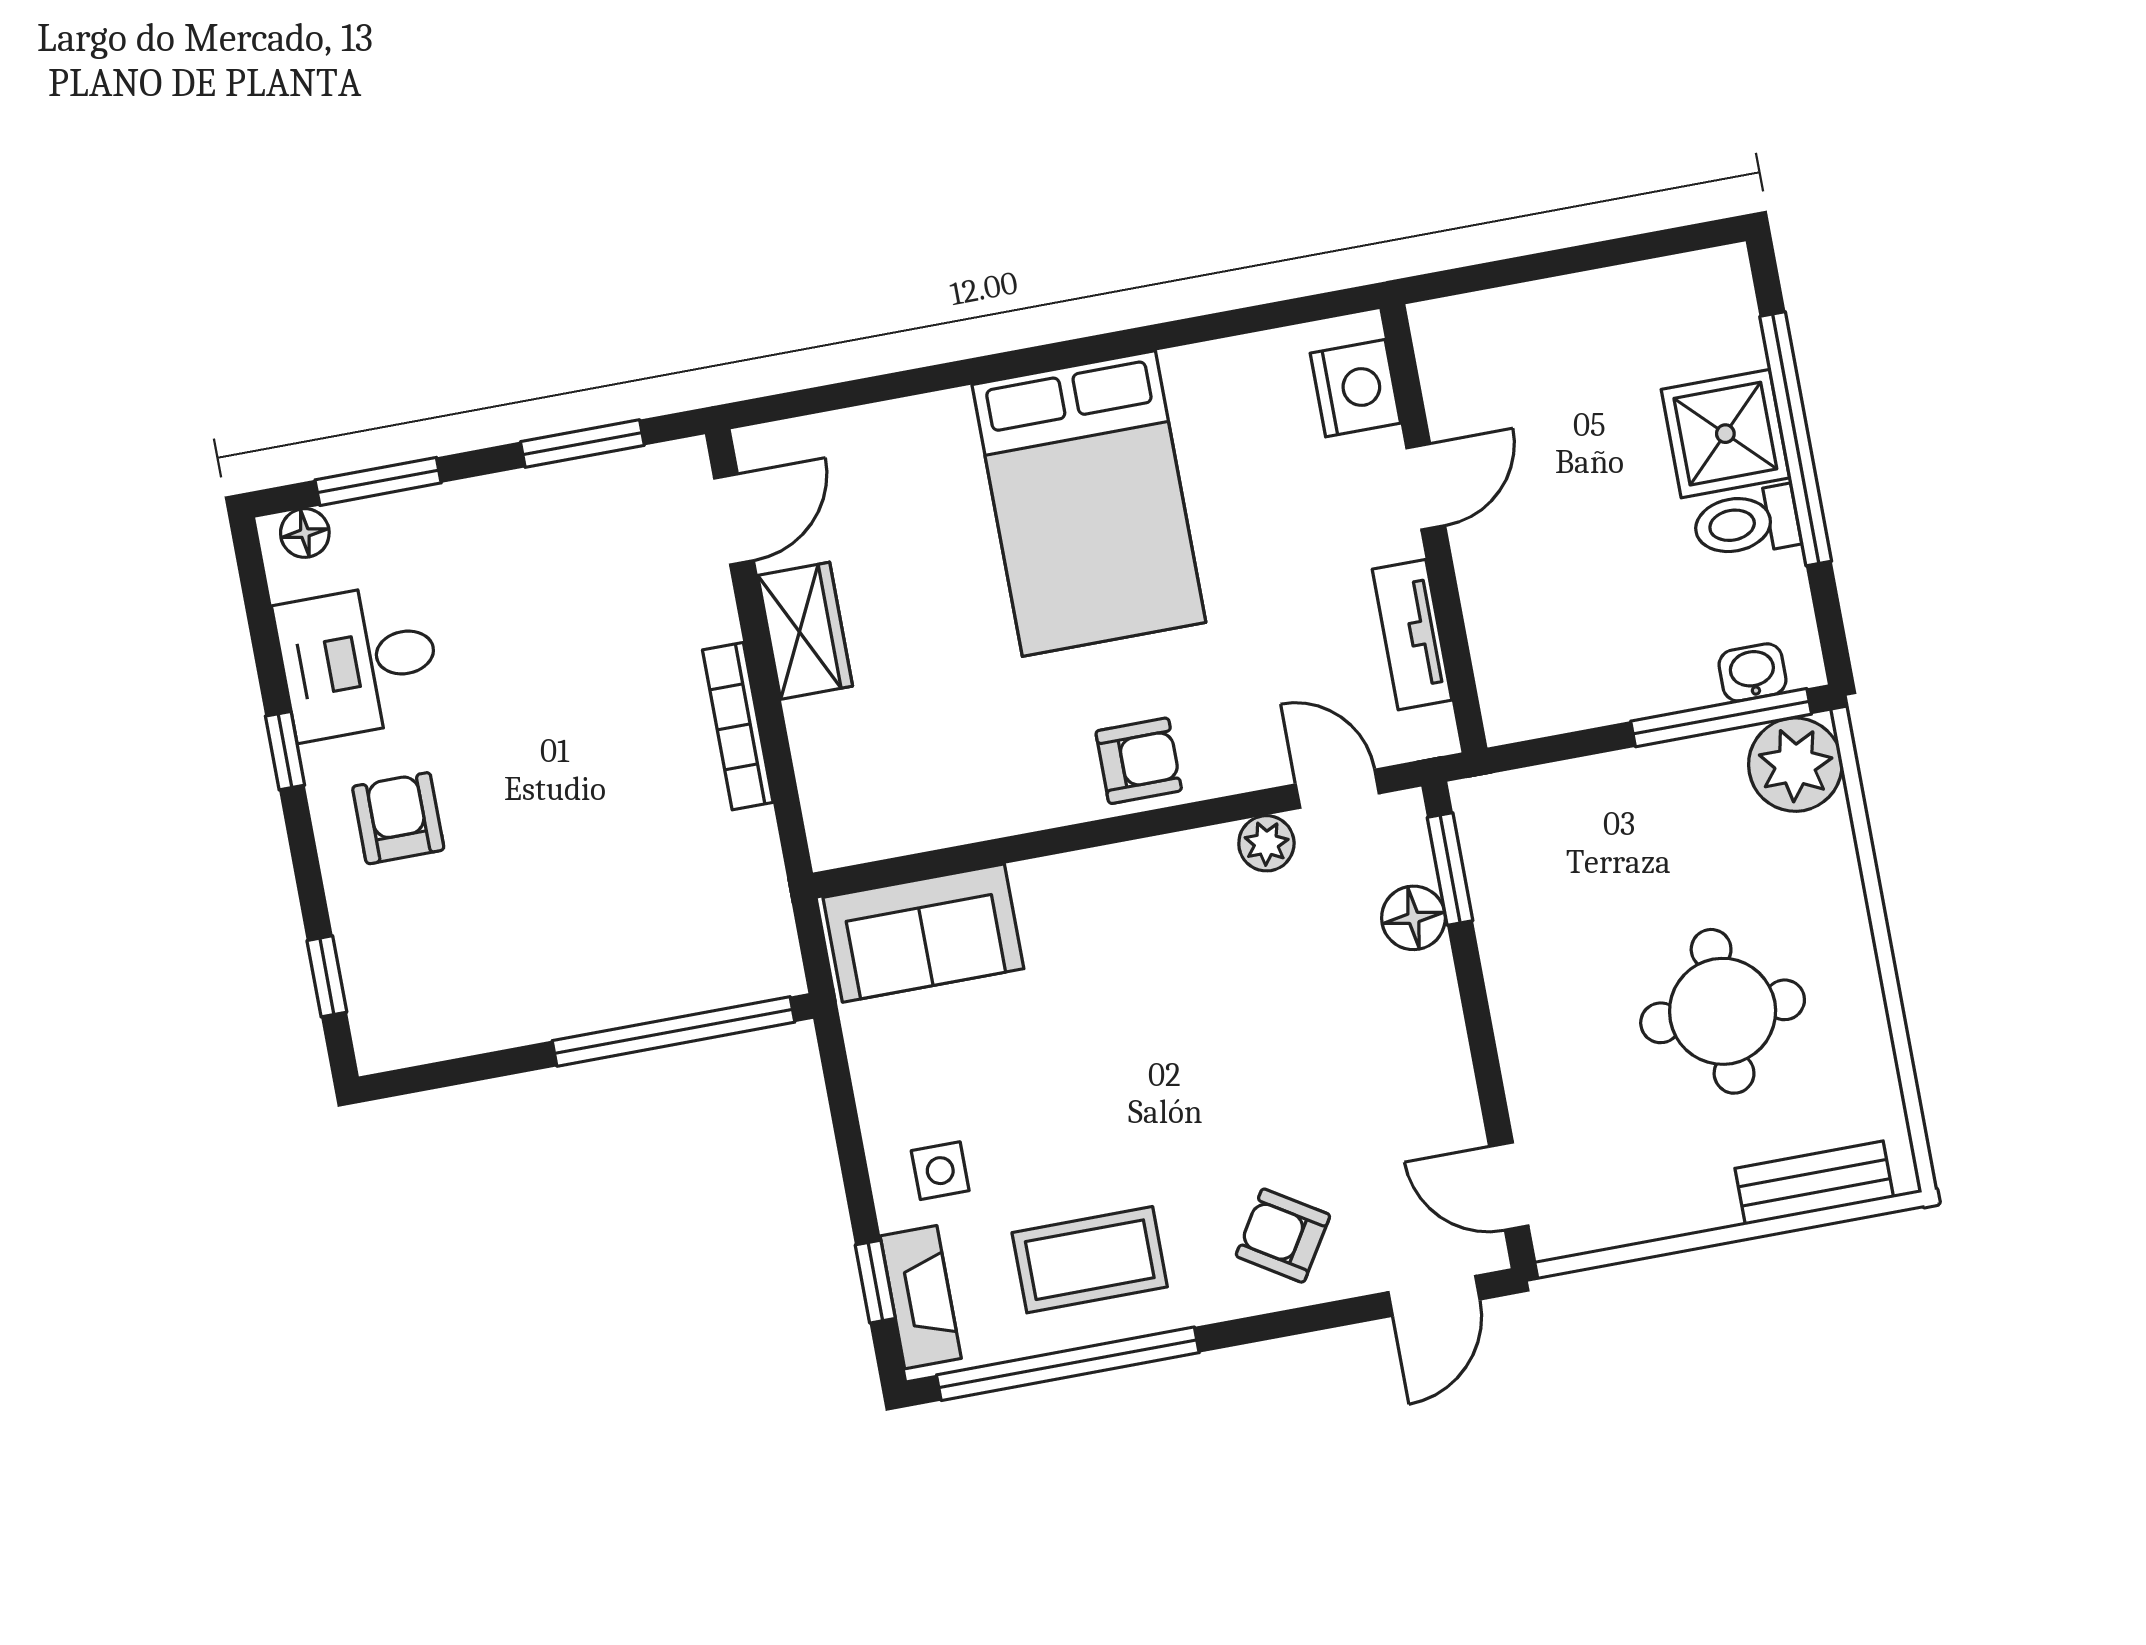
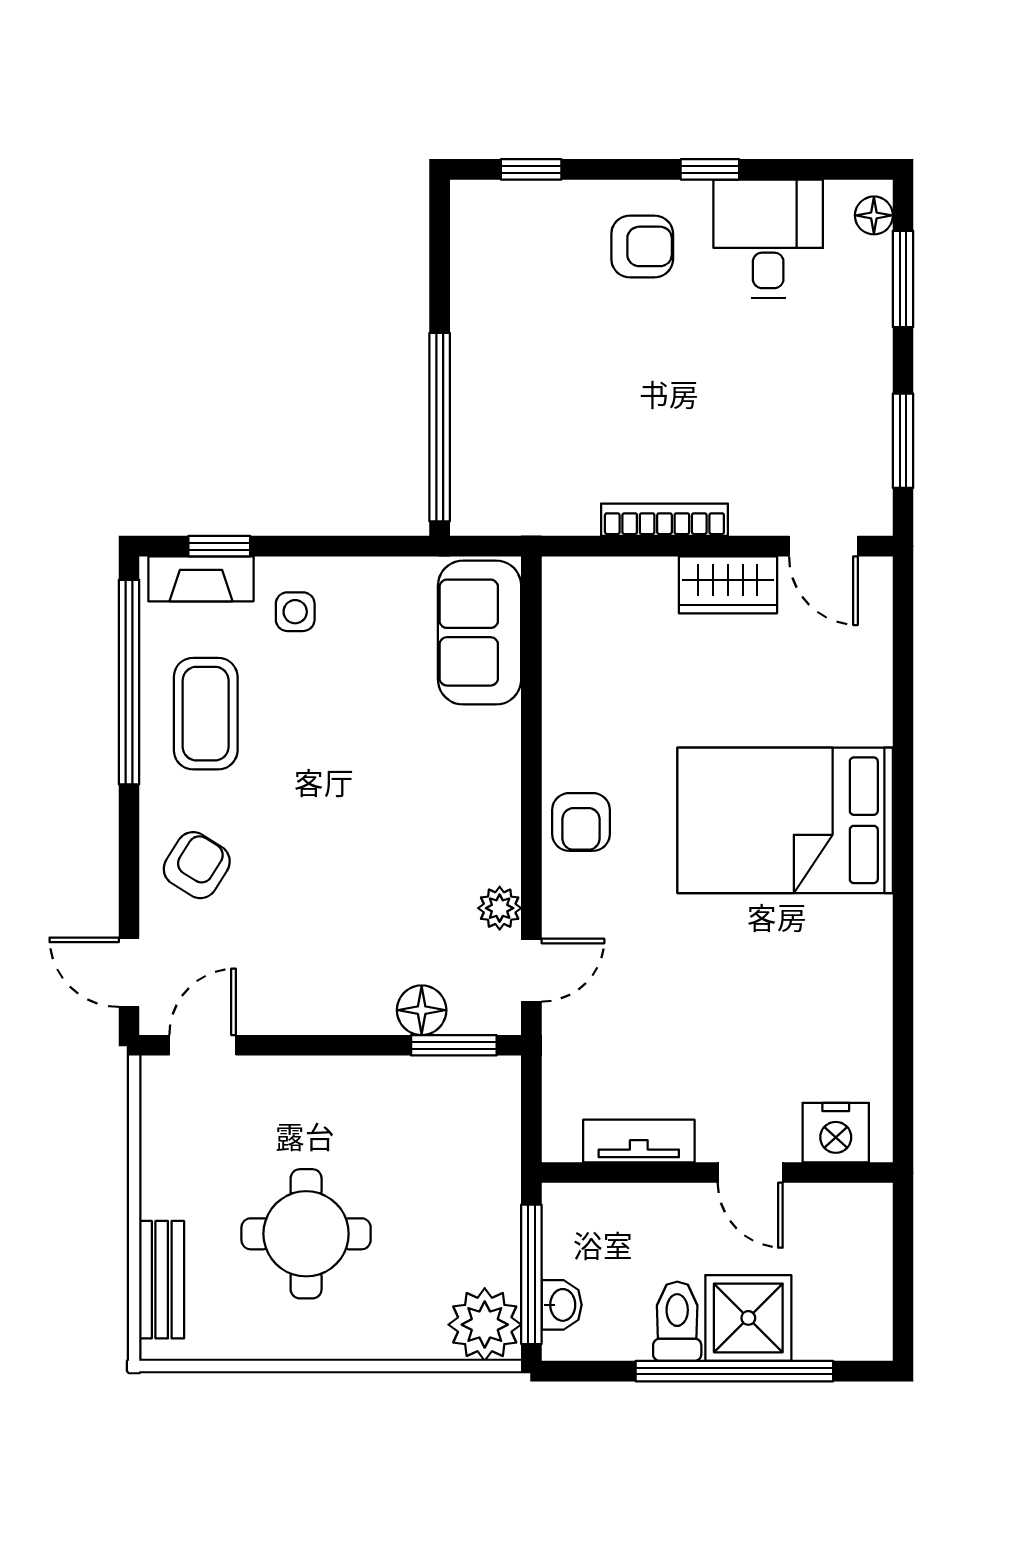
nightstand: (1355, 388) -> (836, 1133), moved
door: (1426, 487) -> (750, 1173), moved
wall: (1433, 528) -> (717, 1173), moved
tv unit: (1412, 635) -> (639, 1141), moved

